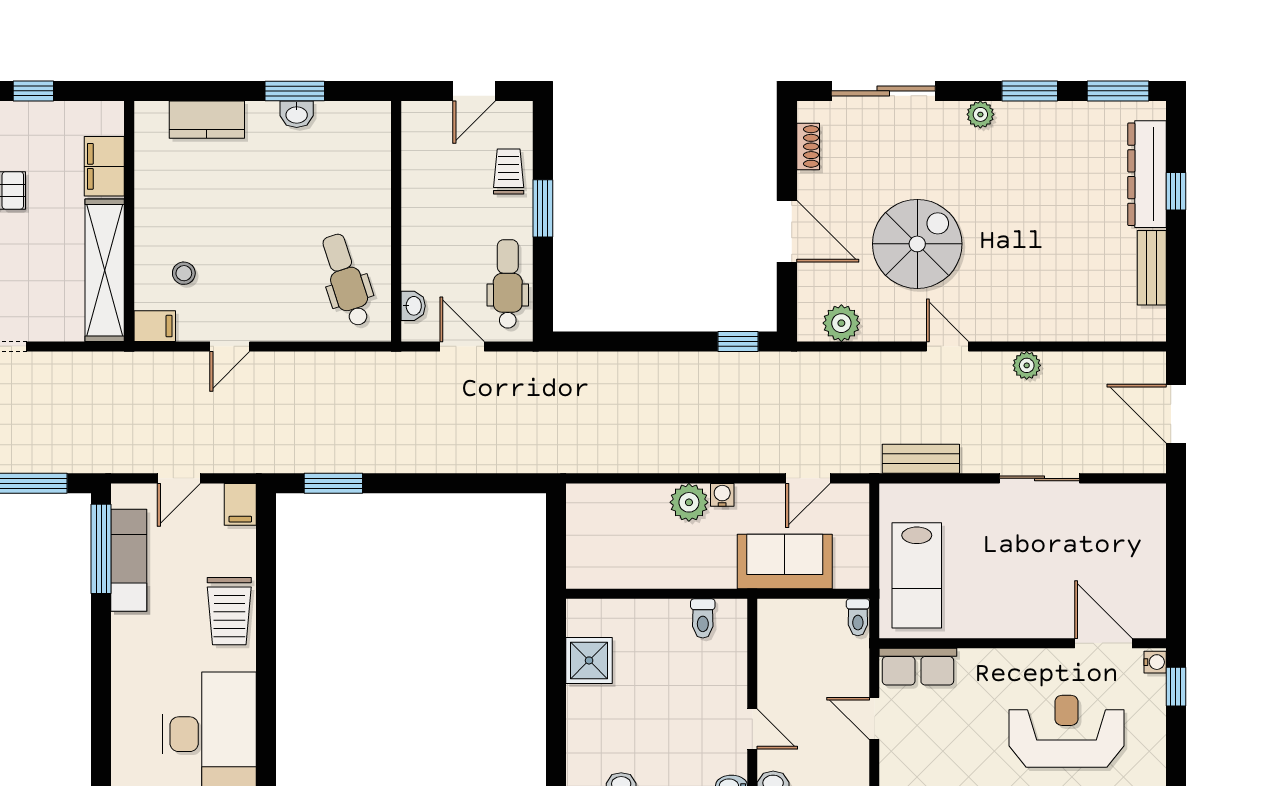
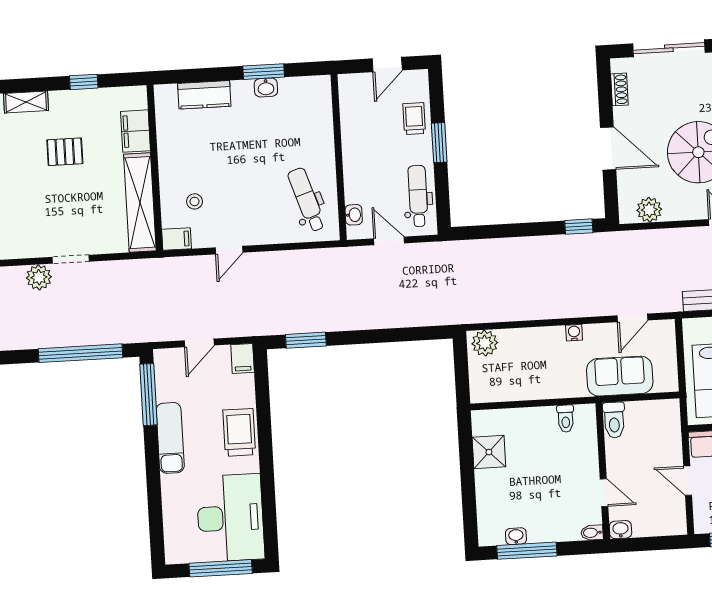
plant: (689, 502) -> (485, 343), moved
exam couch: (129, 560) -> (170, 438), moved
trolley: (229, 611) -> (239, 432), turned 180
toilet: (858, 617) -> (614, 420), moved, width x1.37, depth x1.39

